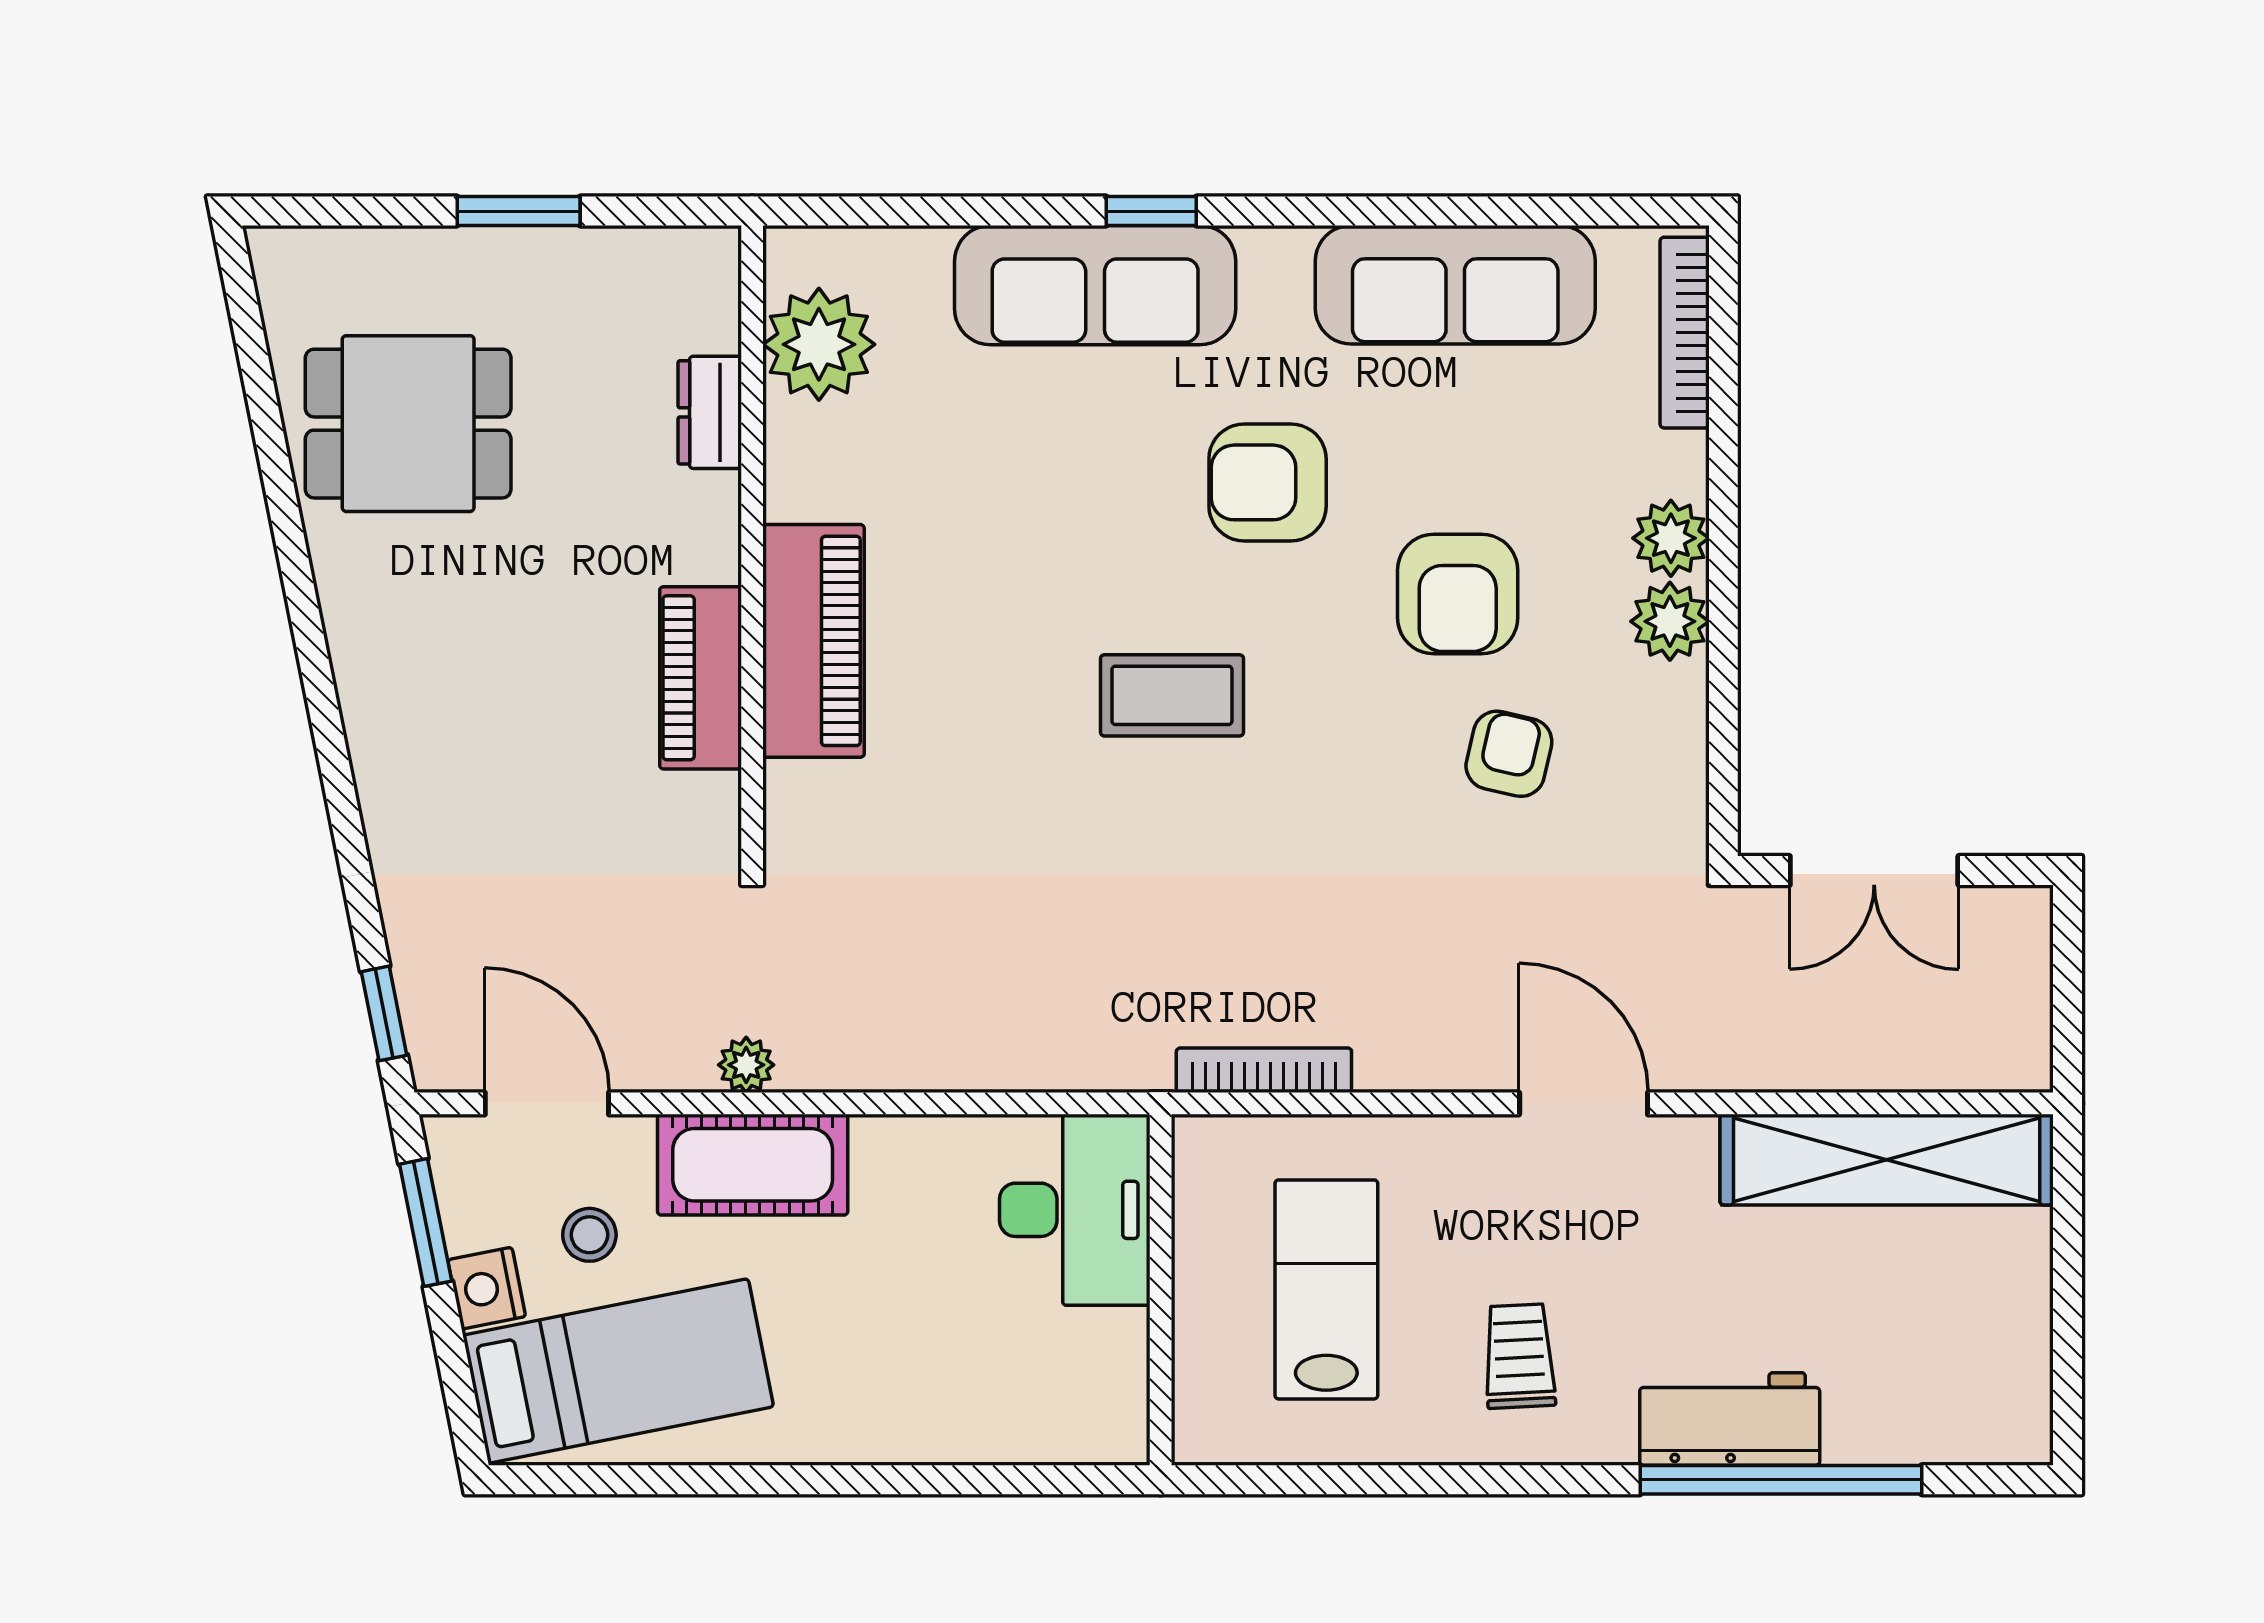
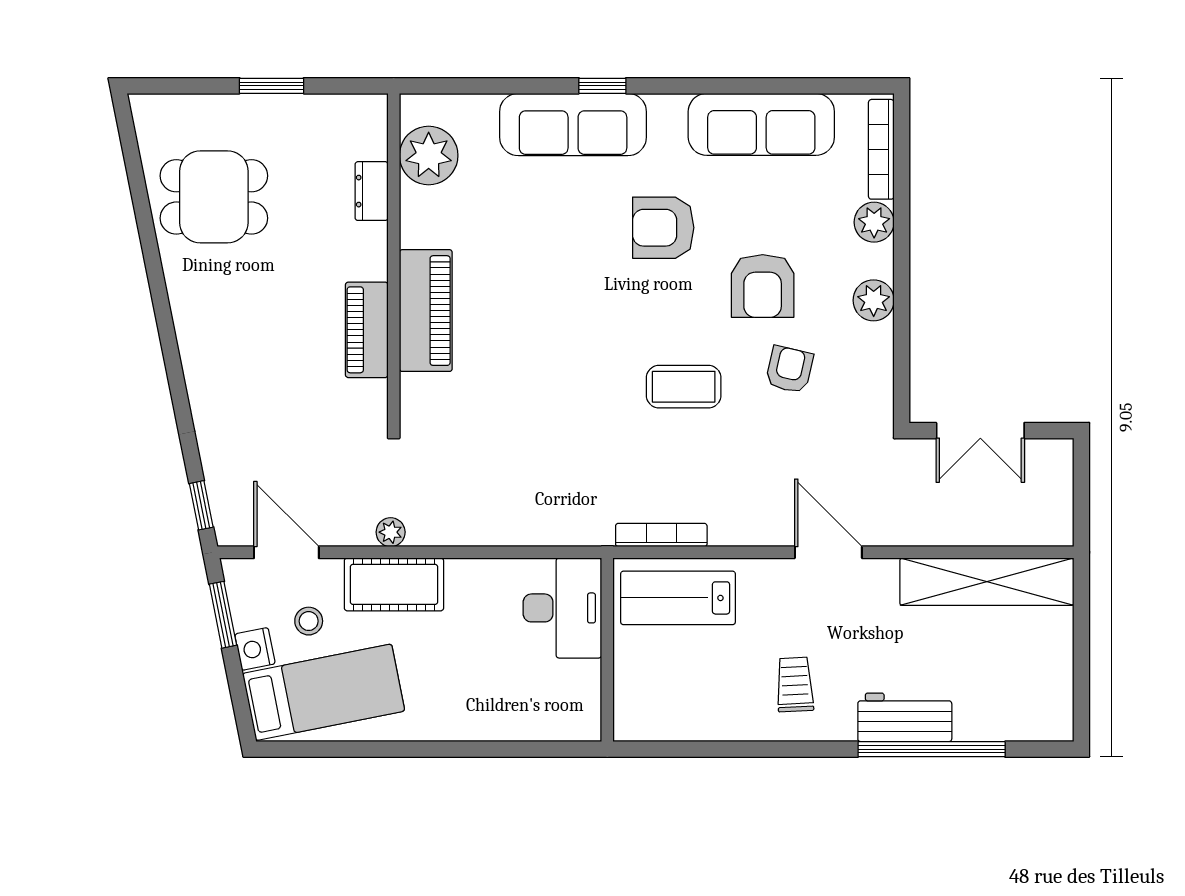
plant: (1671, 538) -> (874, 222), moved
coffee table: (1172, 695) -> (684, 387), moved
lab bench: (1326, 1289) -> (678, 598), moved, turned -90

